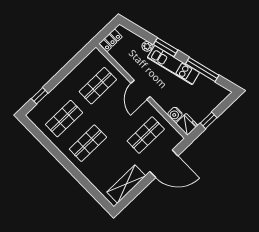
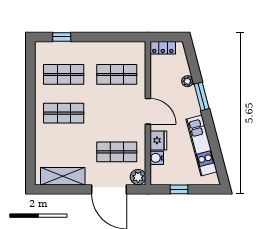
kitchen unit: (173, 65) -> (202, 145), moved
window: (202, 69) -> (214, 143), removed
door: (140, 90) -> (148, 111), swing flipped
fridge: (187, 124) -> (158, 140), moved
plant: (175, 138) -> (138, 177), added

